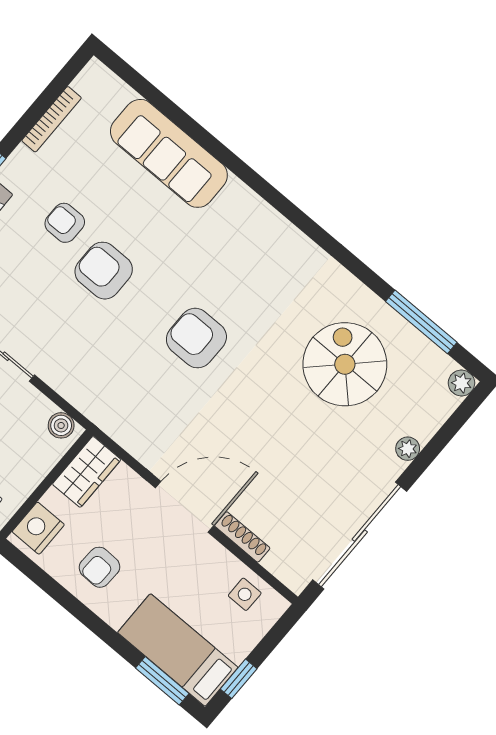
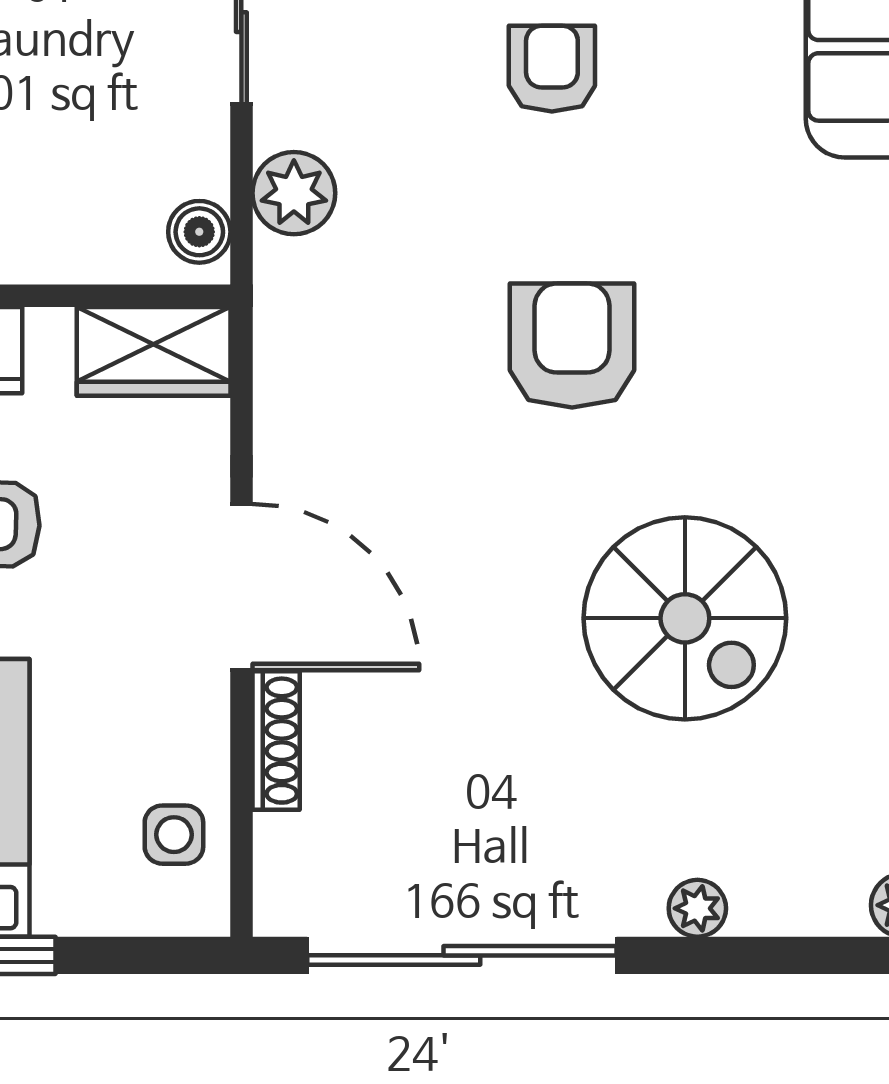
armchair: (104, 271) -> (552, 69), width x0.72, depth x0.72
spiral stairs: (345, 364) -> (685, 618), moved, turned 90
plant: (74, 385) -> (294, 193), added

